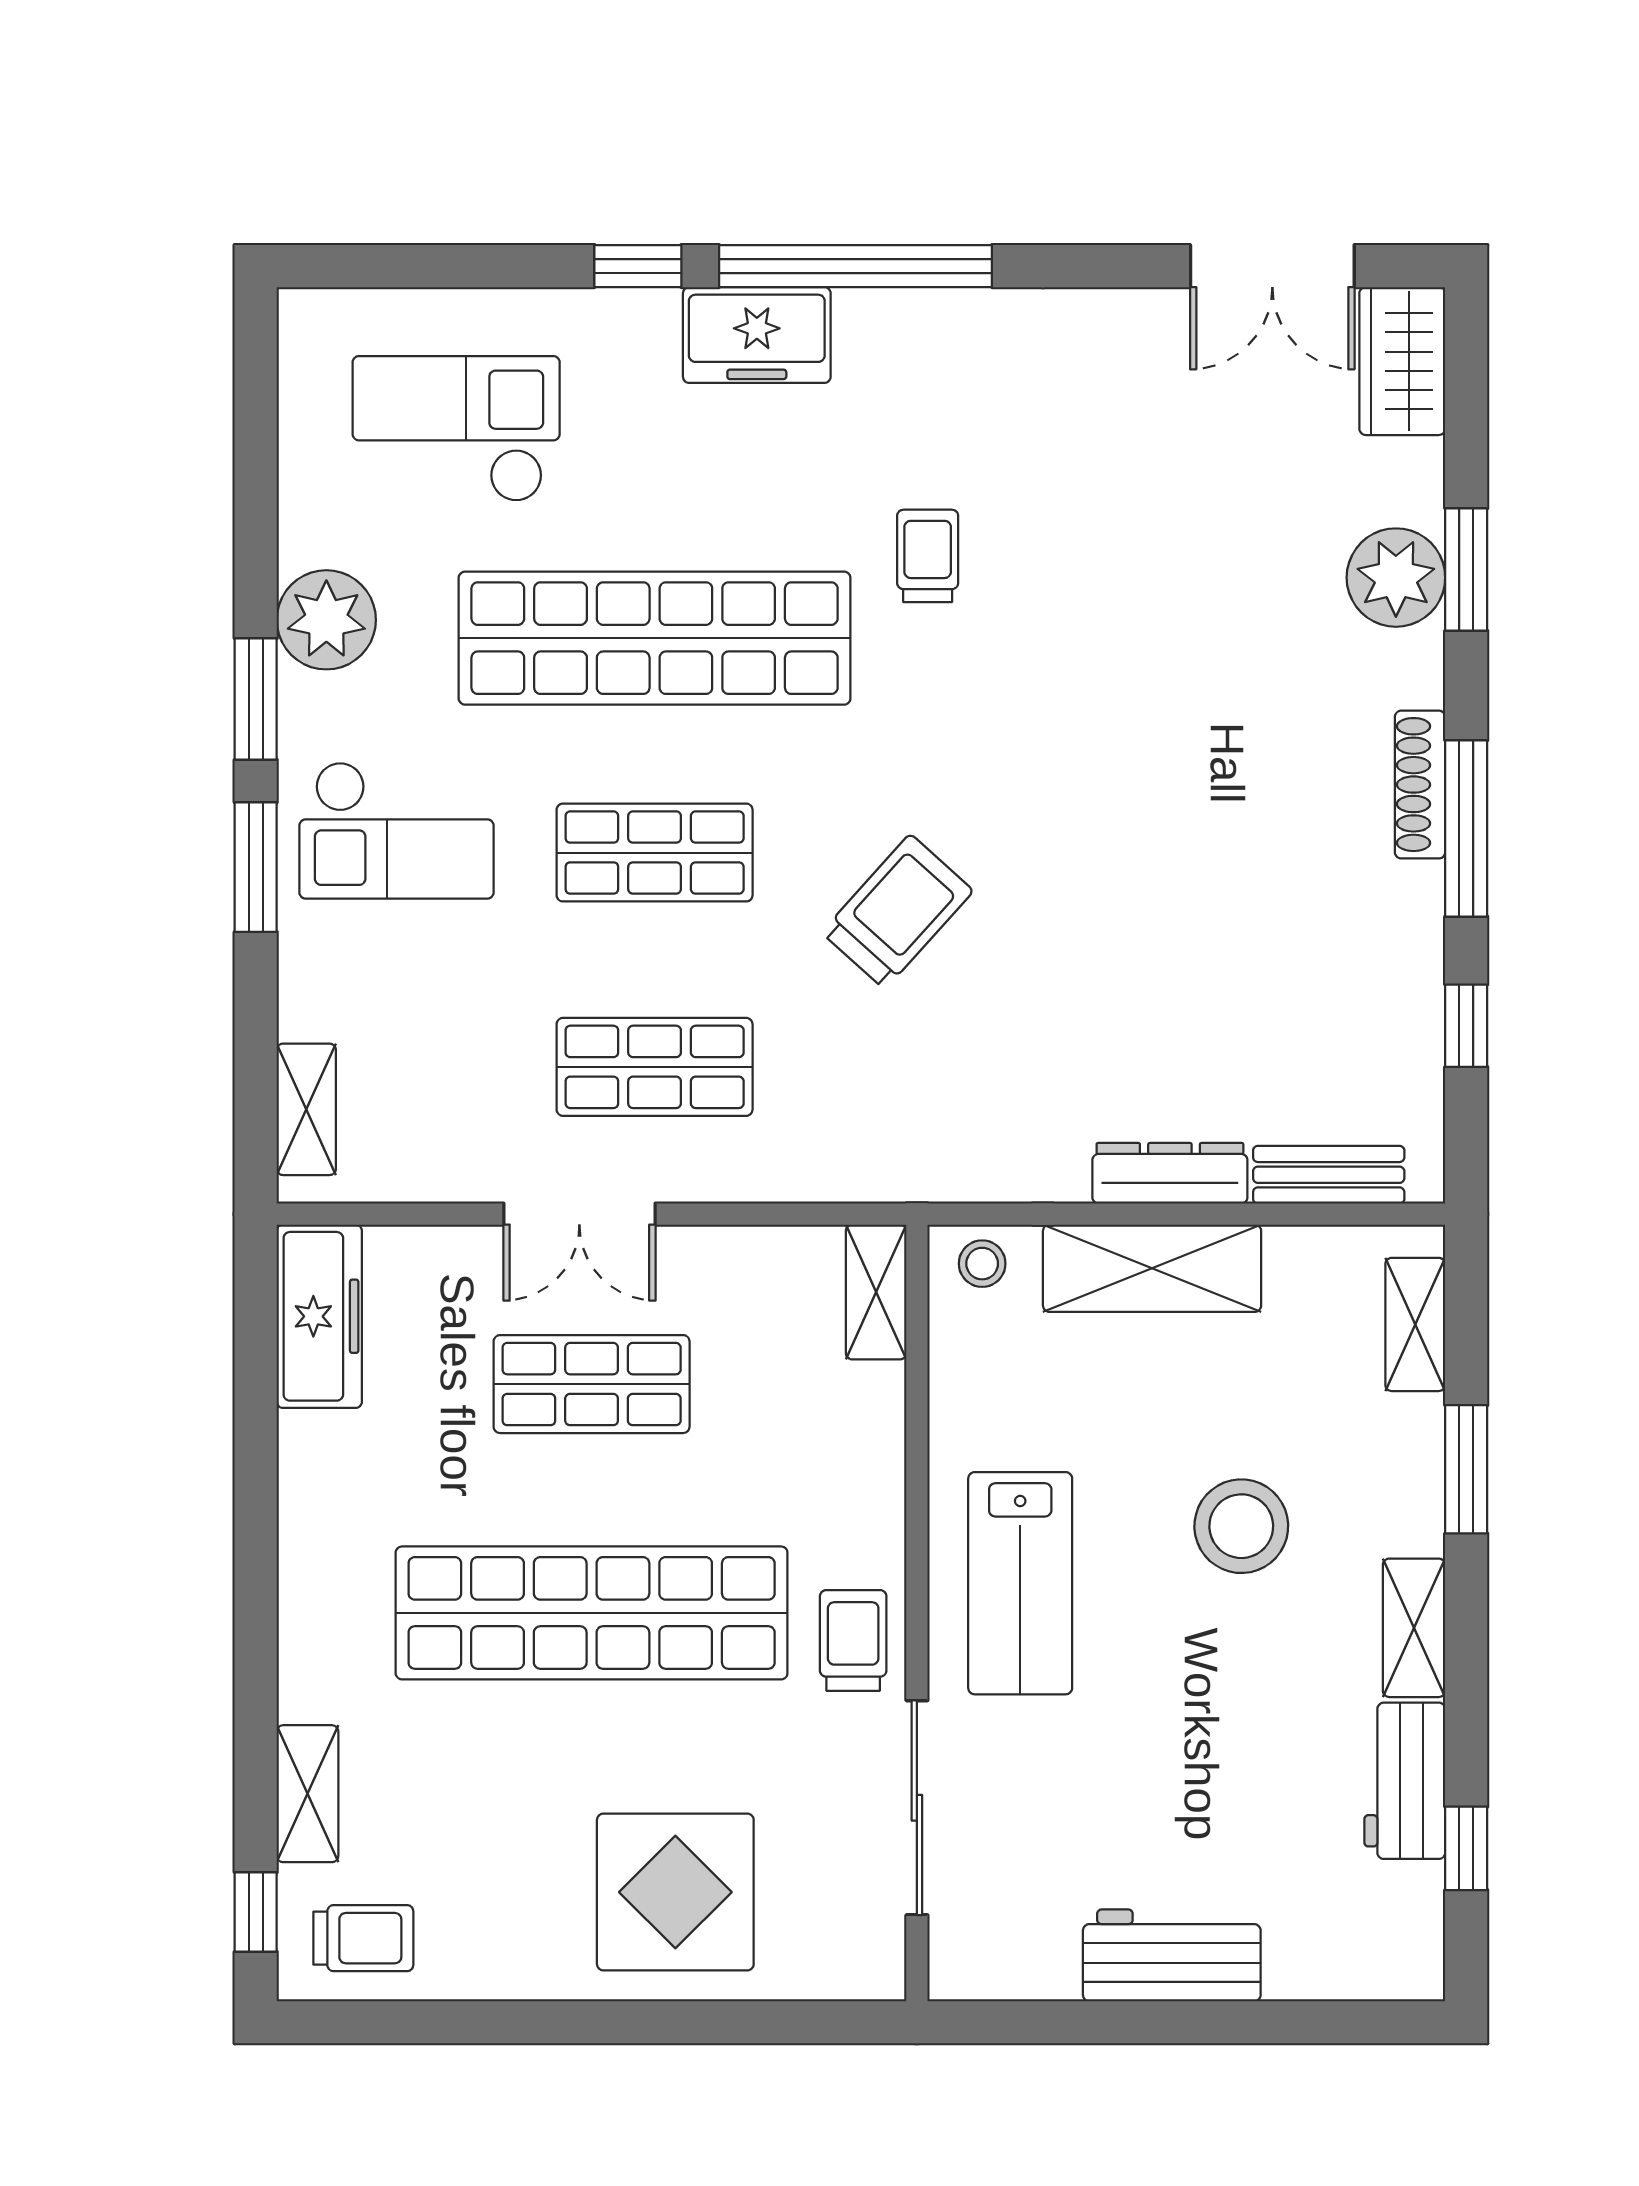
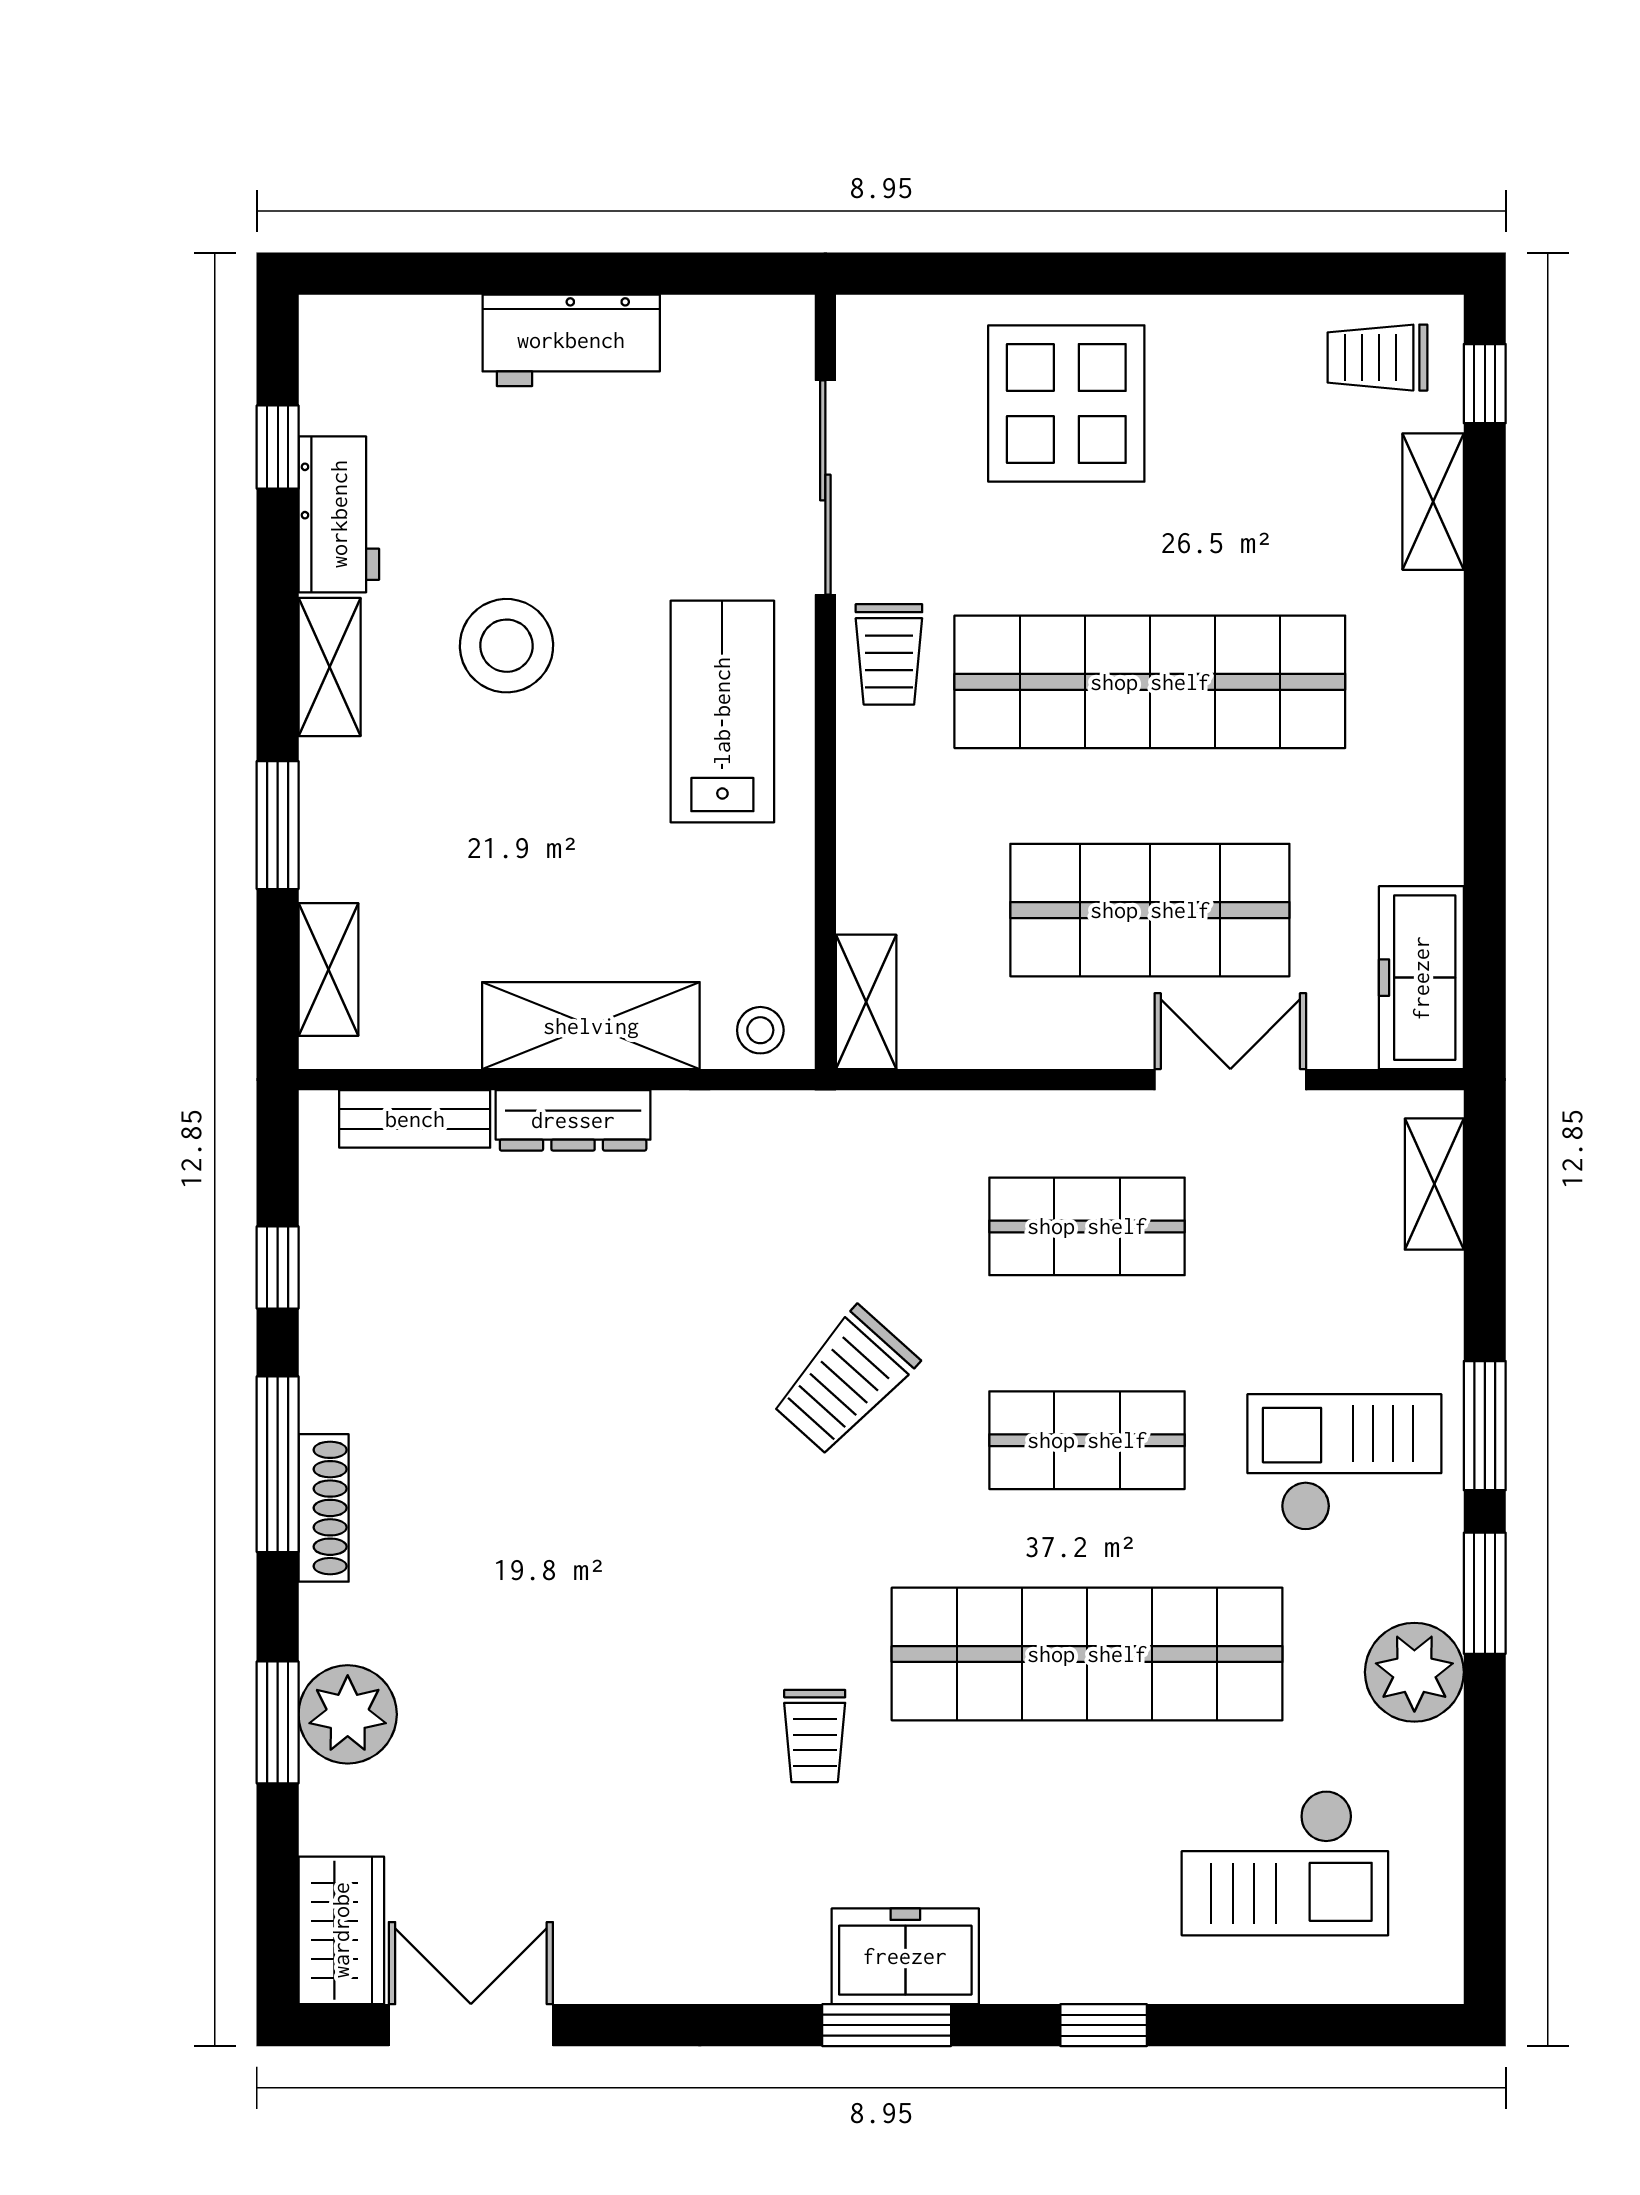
window: (856, 266) -> (887, 2025), width x0.47
freezer: (757, 335) -> (905, 1956), moved
double door: (579, 1214) -> (1230, 1080), moved
shop shelf: (592, 1384) -> (1150, 910), width x1.43, depth x1.36
stool: (1241, 1526) -> (507, 646), moved

